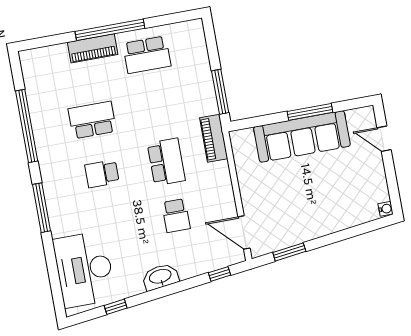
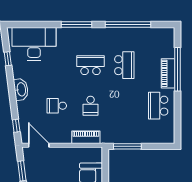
window: (110, 30) -> (177, 69), moved
piano: (214, 138) -> (86, 137), moved
school desk: (166, 162) -> (91, 106), width x0.54
school desk: (102, 174) -> (91, 65), width x1.85
door: (244, 233) -> (39, 145), hinge flipped

